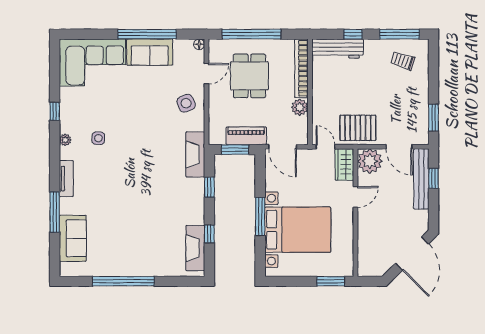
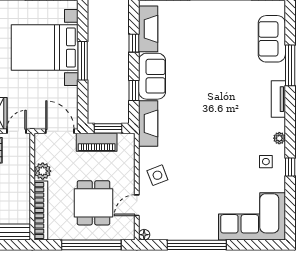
sofa: (150, 52) -> (152, 76), moved, turned 90
side table: (98, 138) -> (266, 162), moved
door: (326, 147) -> (17, 131), swing flipped

